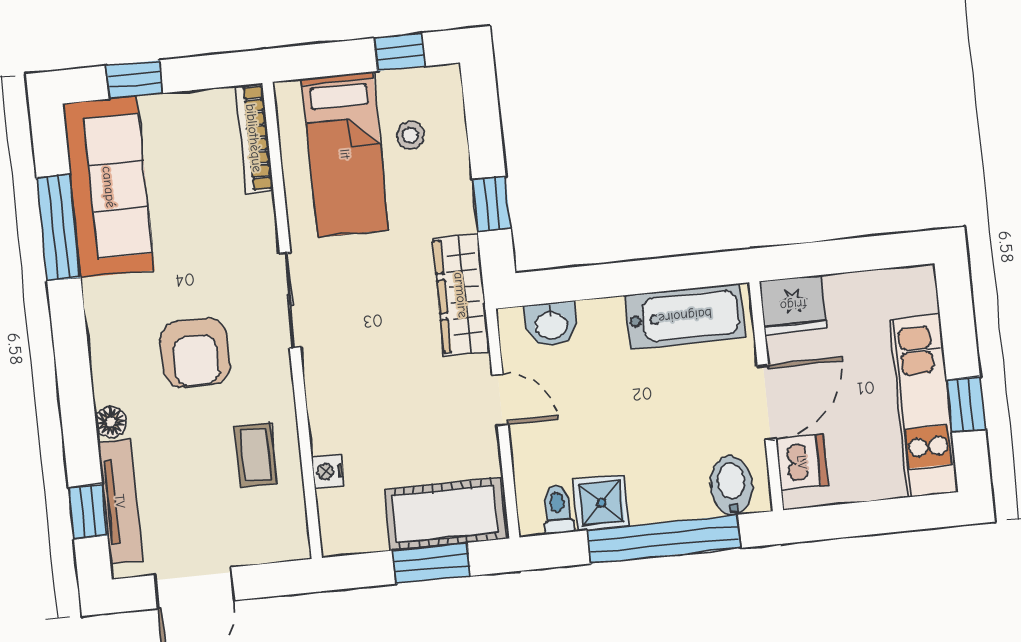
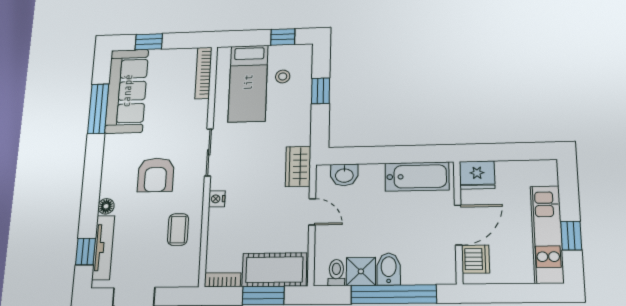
window: (492, 204) -> (321, 91), moved
wardrobe: (461, 295) -> (298, 166), width x0.67
nightstand: (328, 471) -> (217, 199), moved
bidet: (731, 486) -> (389, 269), moved
bookcase: (353, 541) -> (223, 280), added

